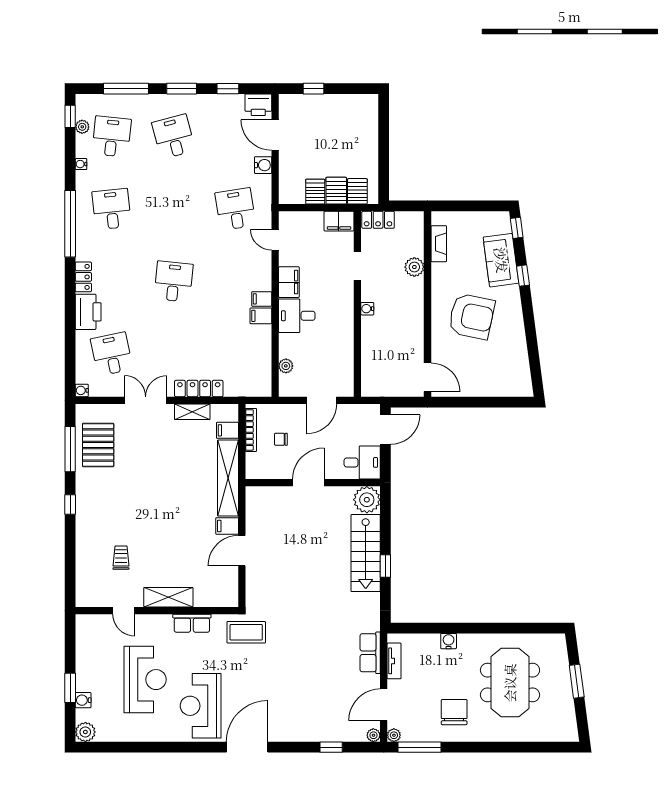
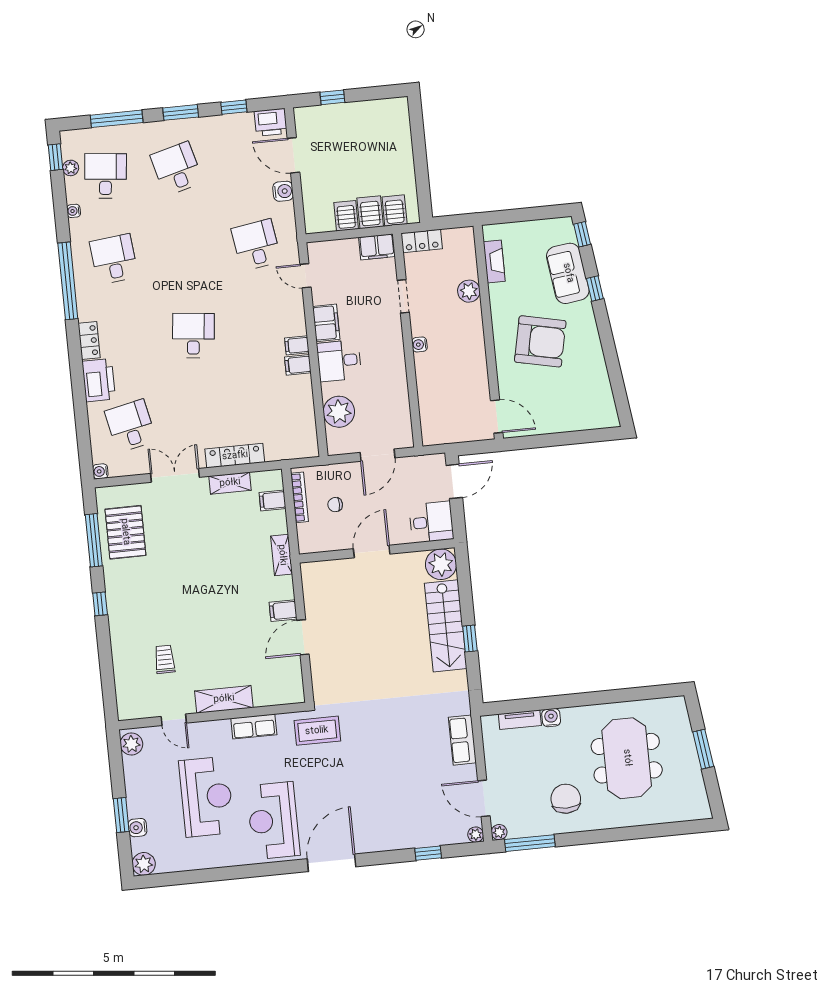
plant: (286, 366) -> (339, 412), width x1.88, depth x1.88
shelving: (228, 478) -> (282, 555), width x0.45, depth x0.75
plant: (85, 628) -> (131, 744), added
tv unit: (394, 661) -> (520, 720), moved, turned 90
door: (384, 705) -> (484, 798), hinge flipped

